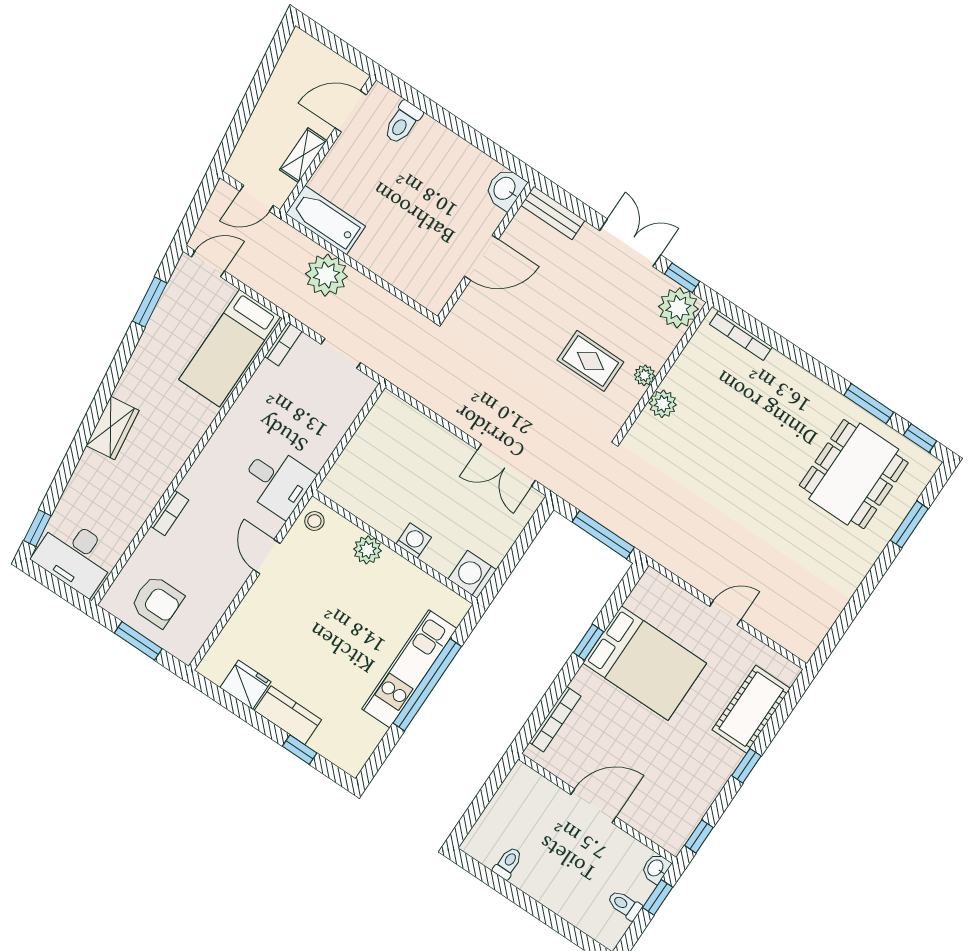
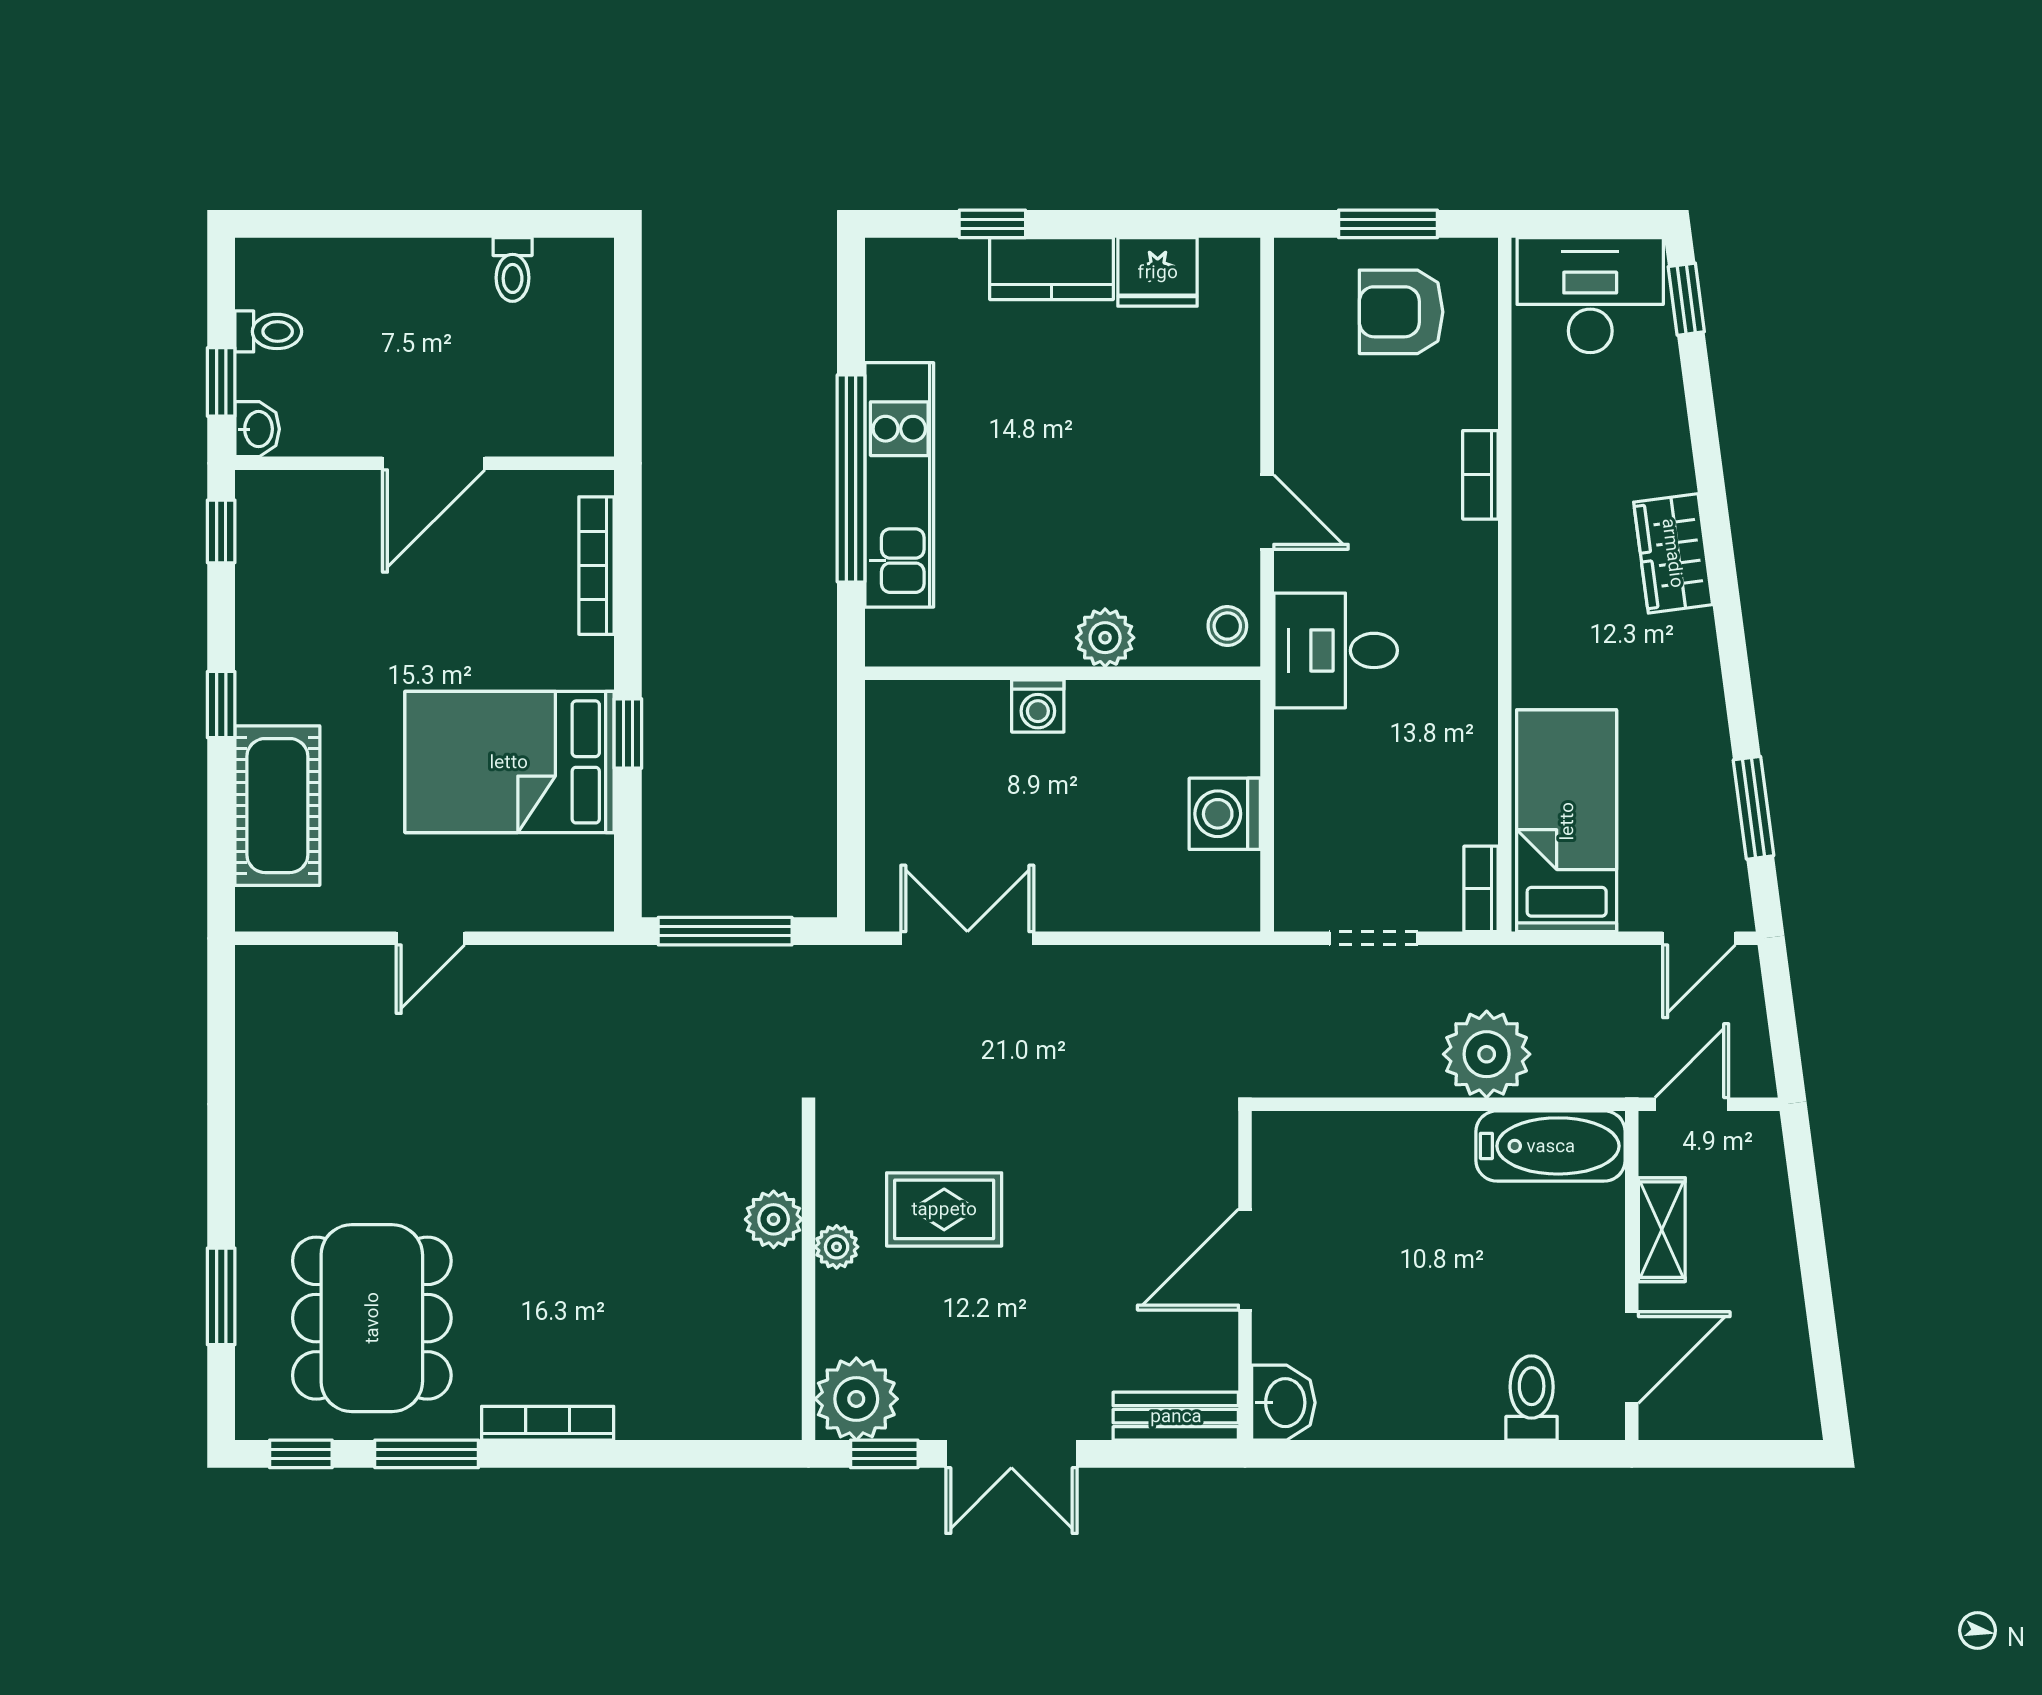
bookcase: (741, 336) -> (548, 1423), moved
washing machine: (472, 574) -> (1225, 814), moved, turned 180

